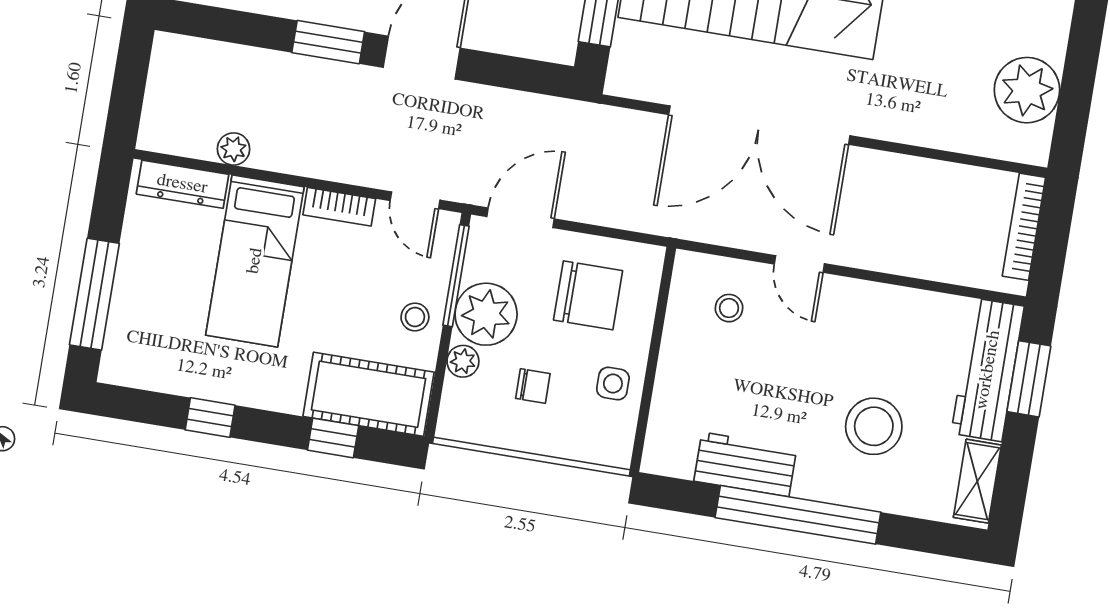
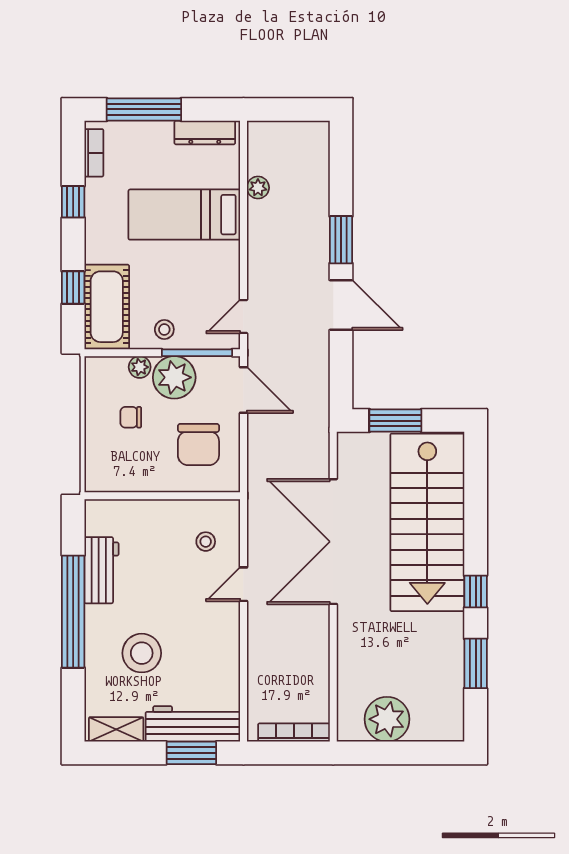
dresser: (182, 184) -> (205, 133), moved, turned -90
bookcase: (339, 207) -> (94, 153), moved, turned 180
side table: (613, 384) -> (141, 471), removed
chair: (533, 386) -> (131, 417), turned 90

